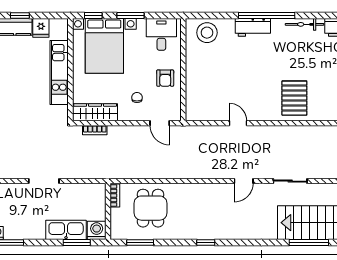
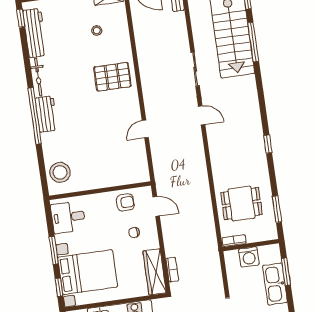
workbench: (253, 27) -> (46, 114), moved
armchair: (165, 78) -> (125, 202), moved
door: (160, 123) -> (156, 206), hinge flipped
washing machine: (97, 230) -> (249, 257), moved, turned -90

